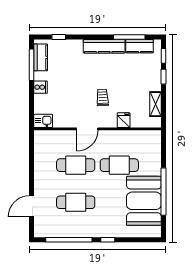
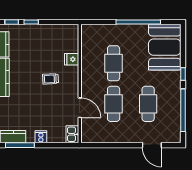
shelving: (156, 104) -> (57, 29), removed
door: (87, 129) -> (80, 108), moved
booth: (144, 201) -> (165, 47), moved, turned 90

